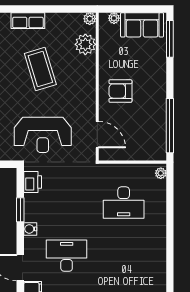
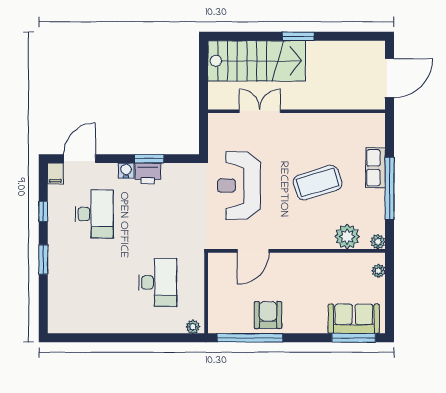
window: (45, 9) -> (390, 188), added
sofa: (142, 25) -> (354, 319), moved, turned 90
armchair: (120, 91) -> (268, 315), moved
door: (97, 135) -> (253, 251), moved
printer: (33, 182) -> (148, 173), moved
desk: (124, 203) -> (158, 282), turned 180

